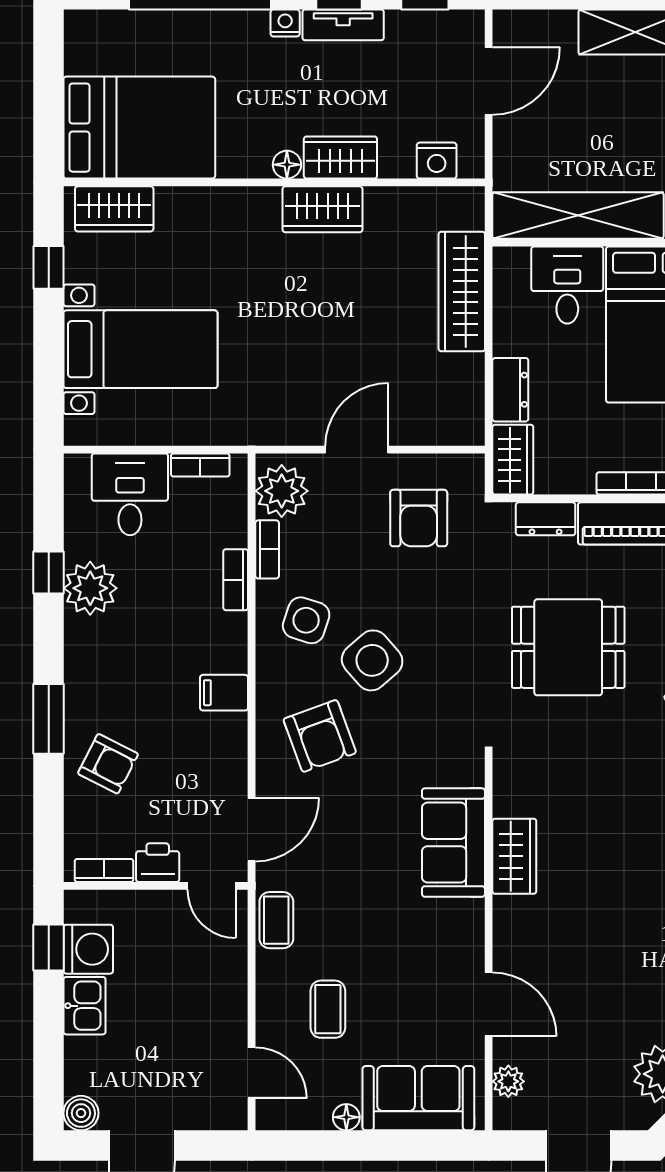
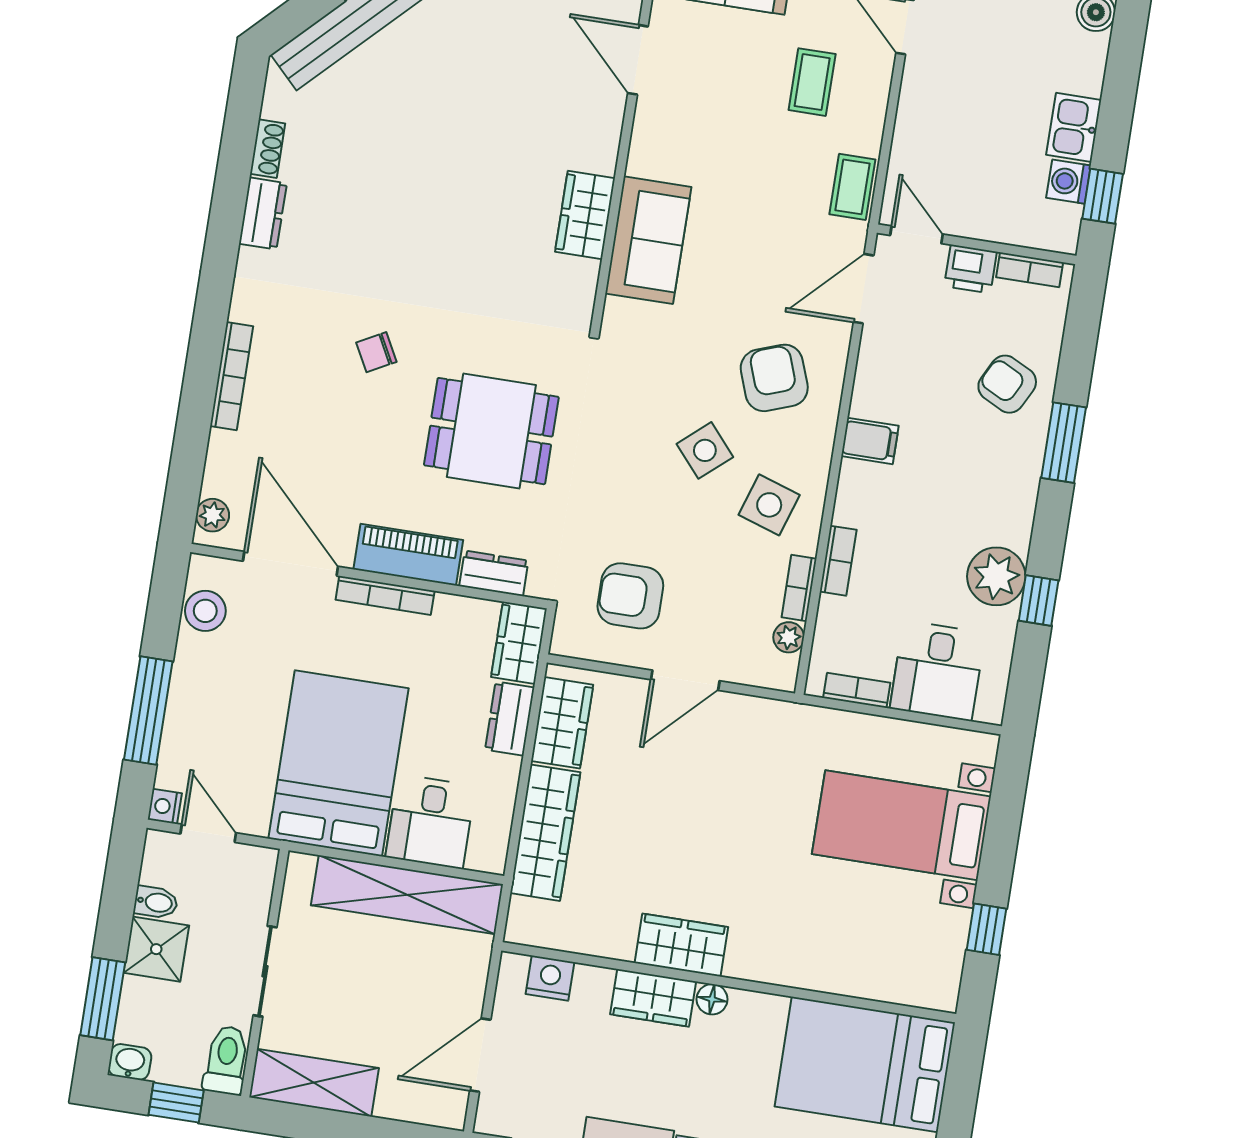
wardrobe: (114, 209) -> (562, 723), moved, turned 90
plant: (282, 491) -> (789, 637), width x0.53, depth x0.53
armchair: (419, 518) -> (630, 596), turned -90
side table: (372, 660) -> (705, 450), width x0.73, depth x0.73
washing machine: (88, 949) -> (1069, 182), width x0.73, depth x0.73

